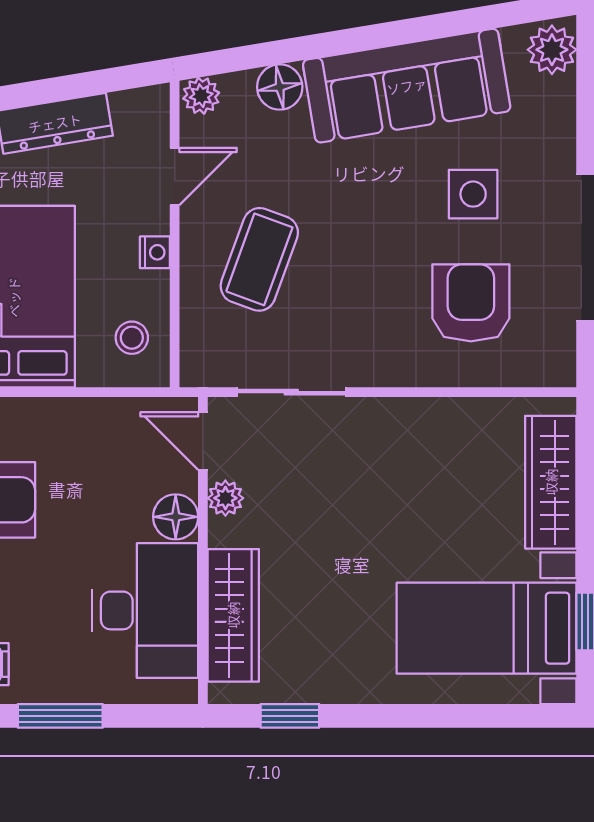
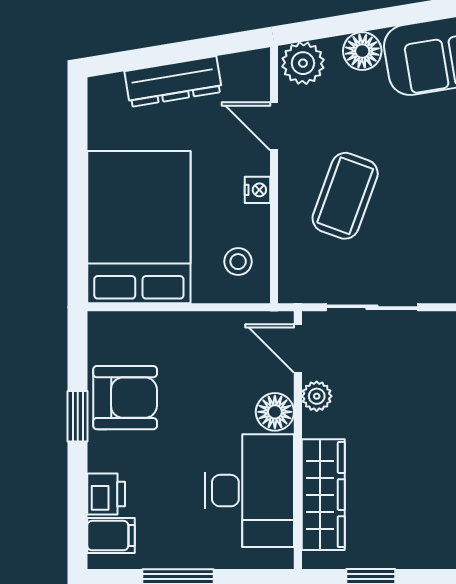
plant: (201, 96) -> (303, 63), width x1.38, depth x1.38
door: (175, 177) -> (274, 126), swing flipped

